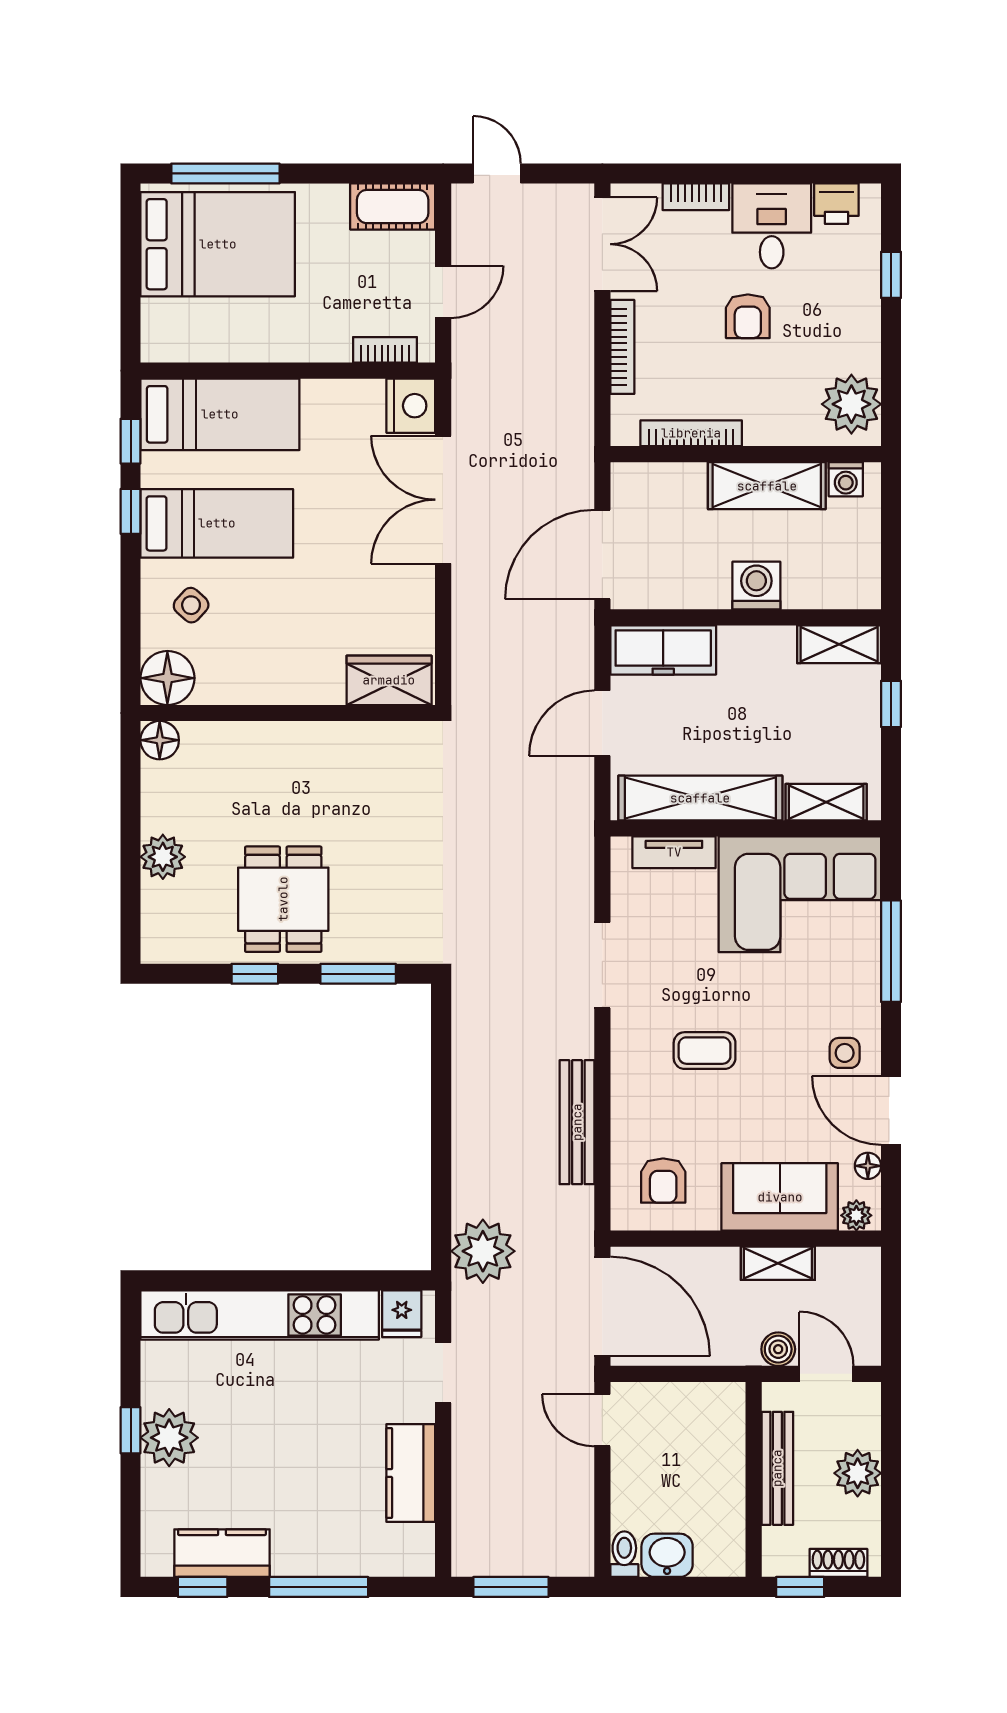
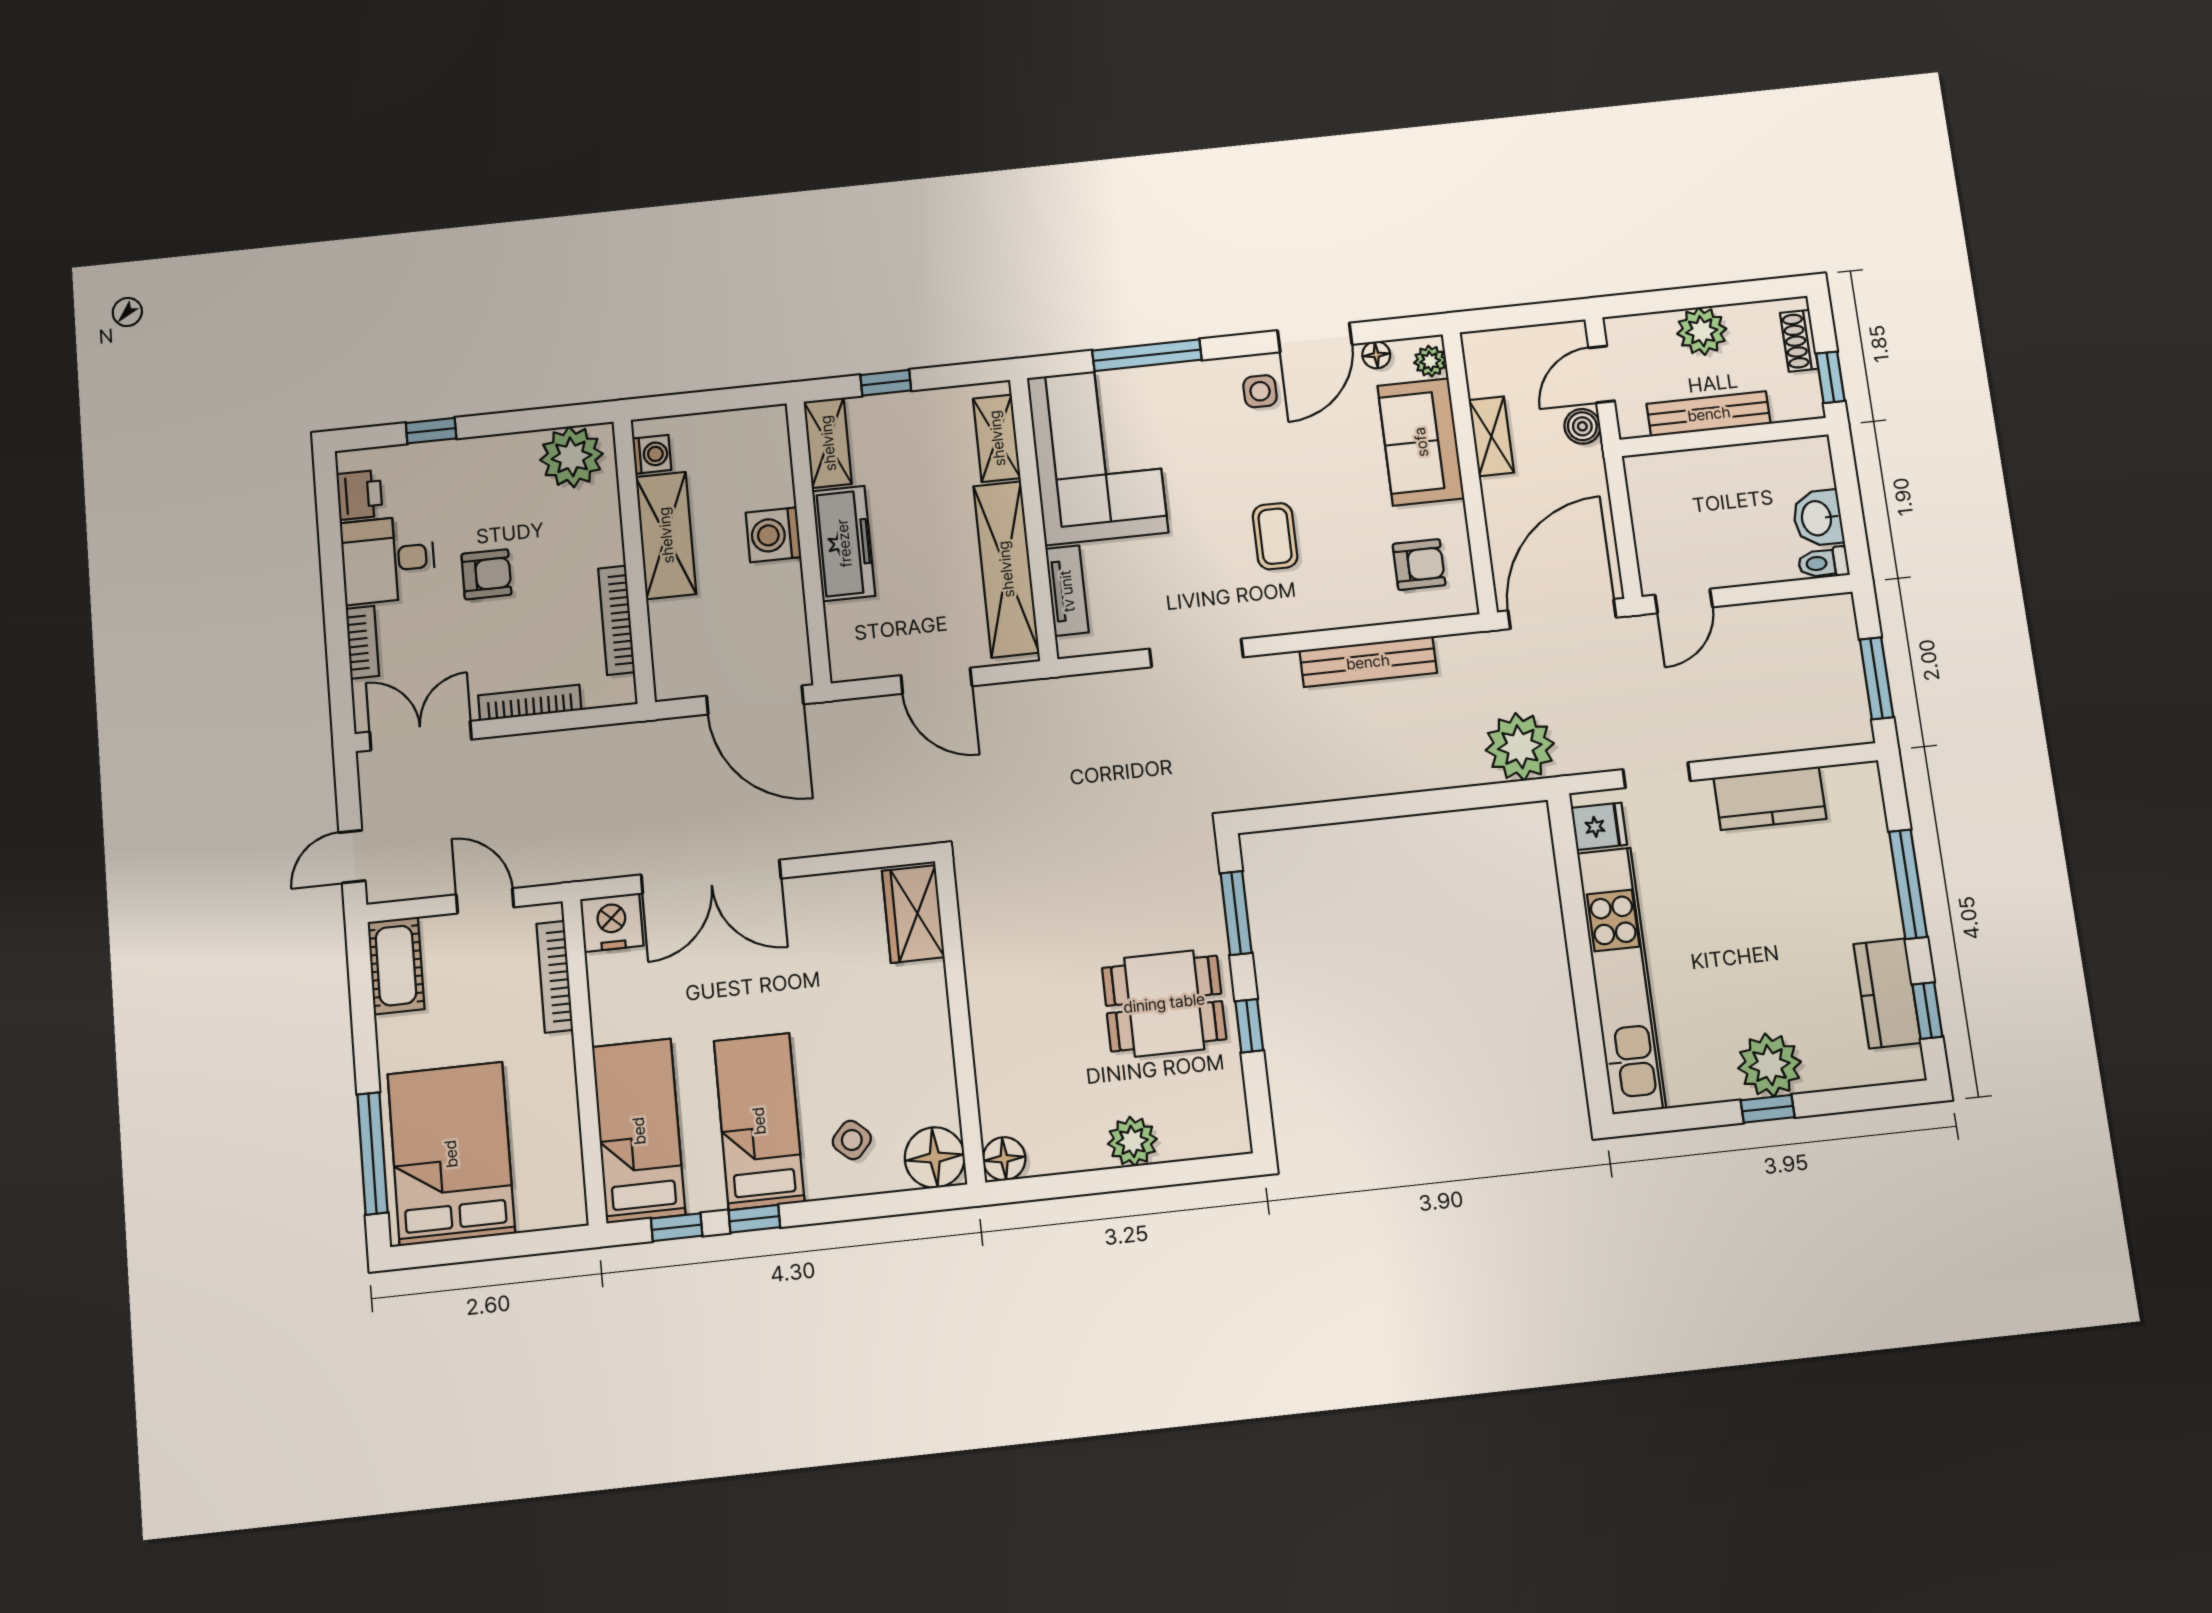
bookcase: (385, 350) -> (555, 977), width x1.56
freezer: (663, 650) -> (844, 543), moved

